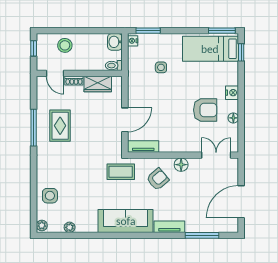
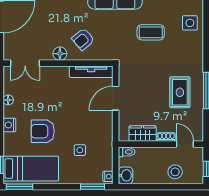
armchair: (205, 110) -> (43, 131), moved
tv unit: (143, 146) -> (91, 72), width x1.41
coffee table: (121, 172) -> (151, 32), moved

